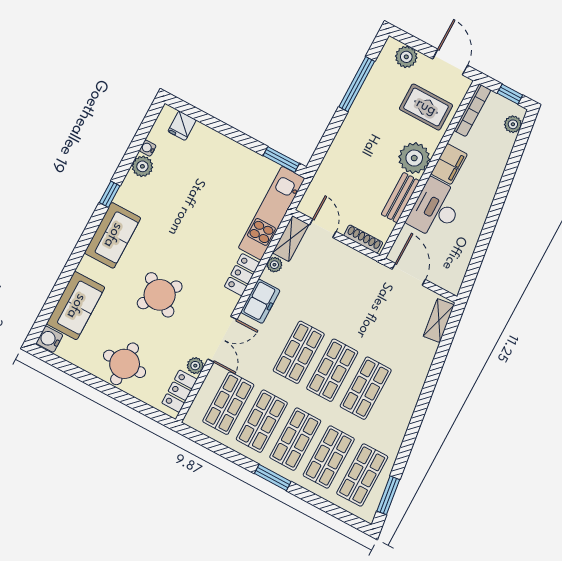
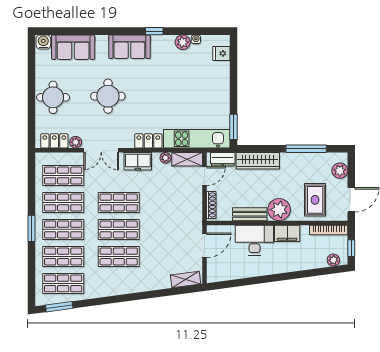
wardrobe: (339, 152) -> (258, 161), added
dresser: (314, 194) -> (223, 159), added
round table: (160, 295) -> (108, 96), turned -35

